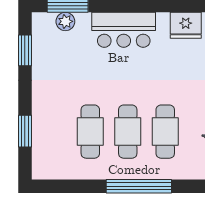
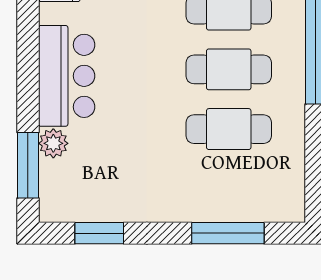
plant: (65, 21) -> (53, 143), moved
window: (25, 131) -> (228, 233), width x1.44

